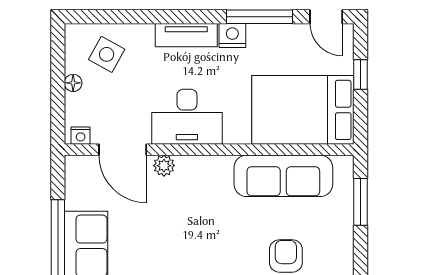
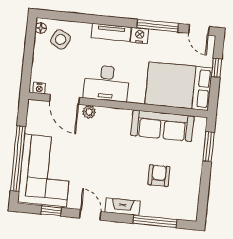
floor lamp: (73, 83) -> (41, 28), moved

